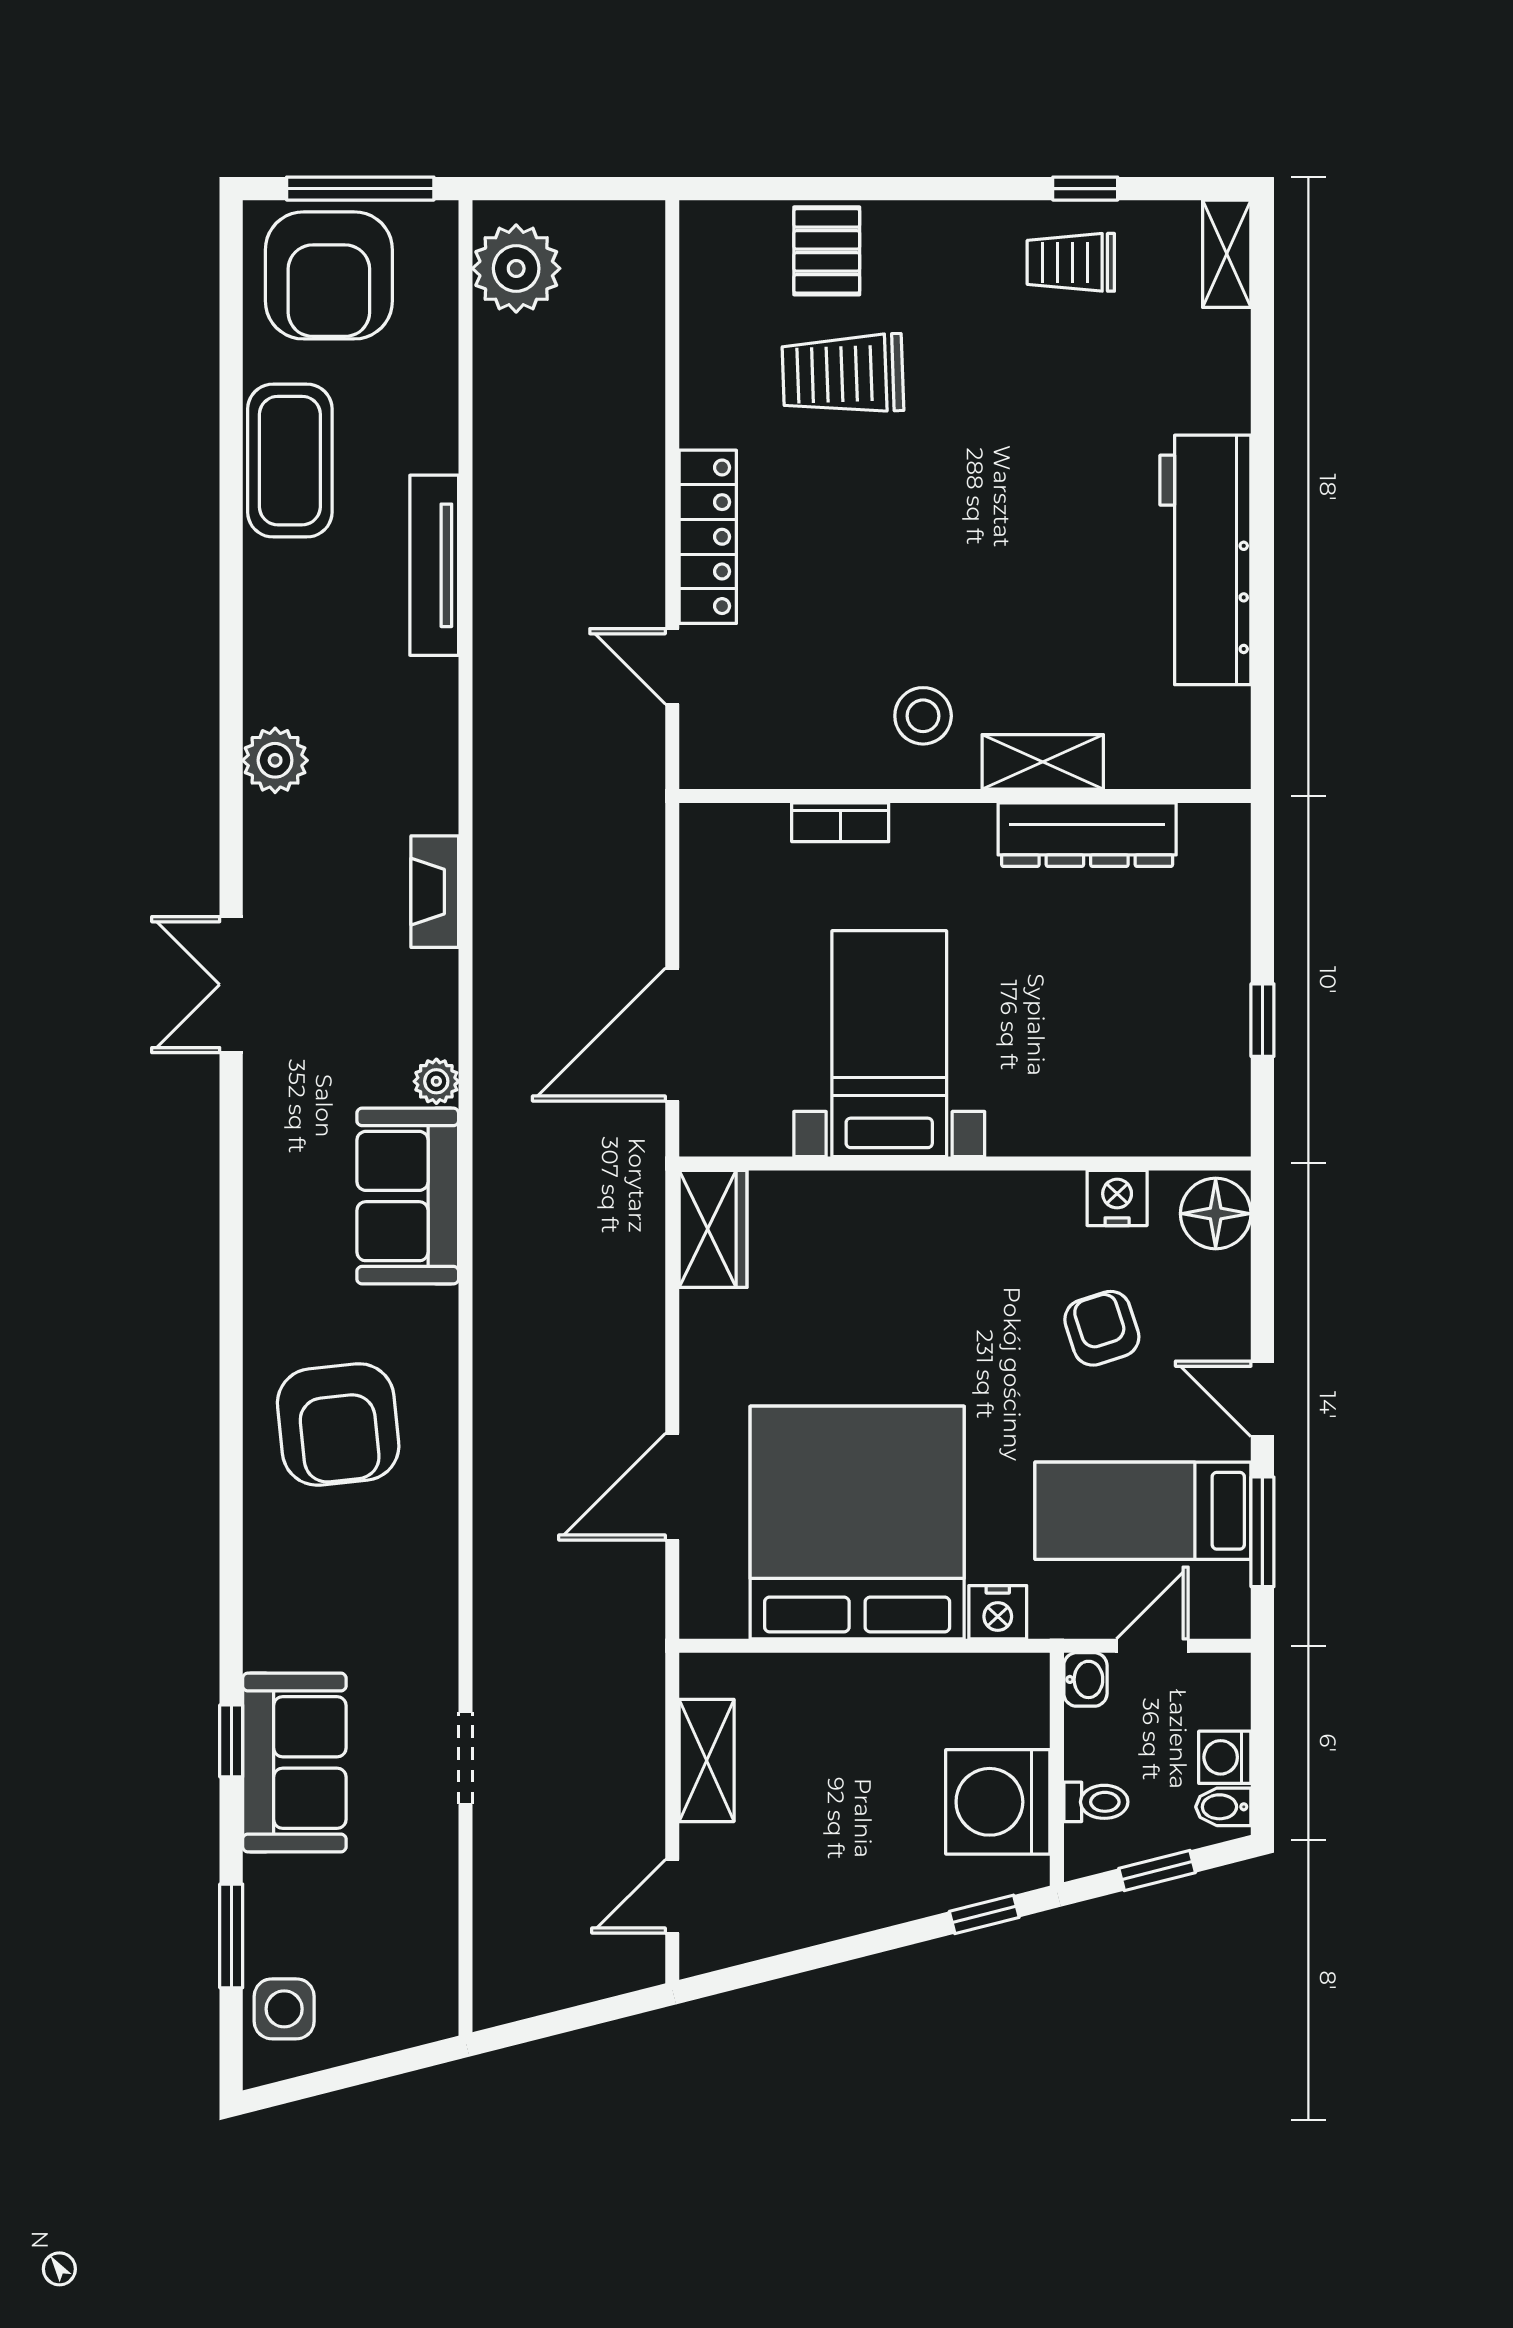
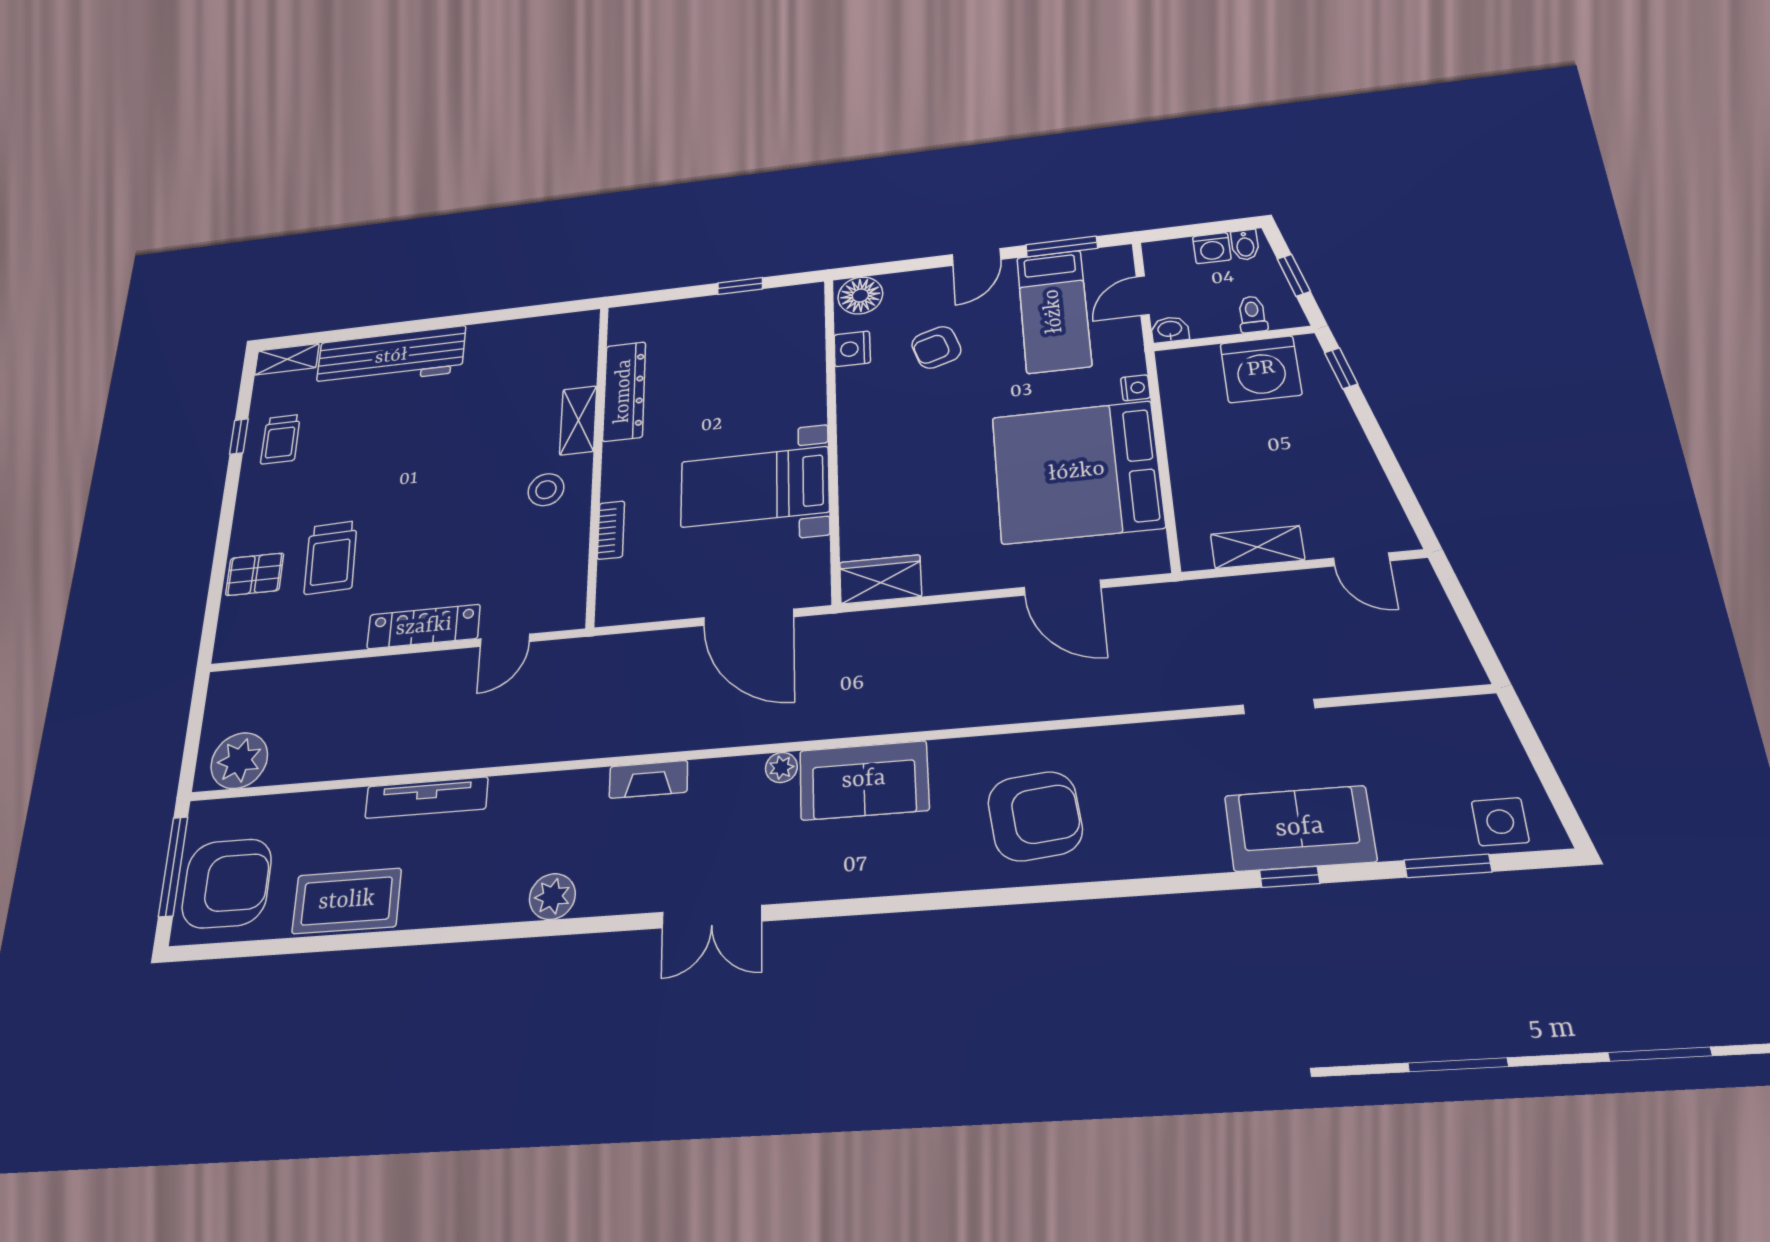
workbench: (1205, 560) -> (391, 357), moved
nightstand: (998, 1612) -> (1135, 388), width x0.72, depth x0.74
door: (1152, 1646) -> (1143, 296), hinge flipped

